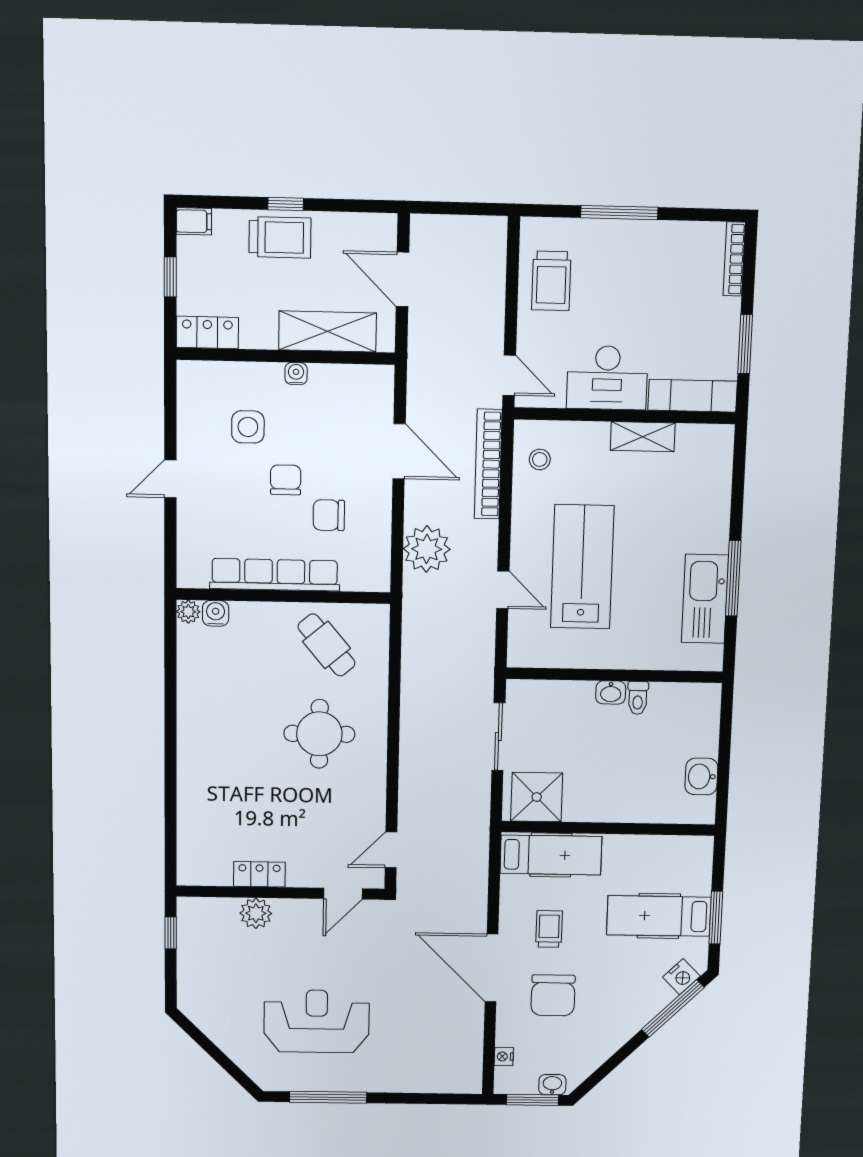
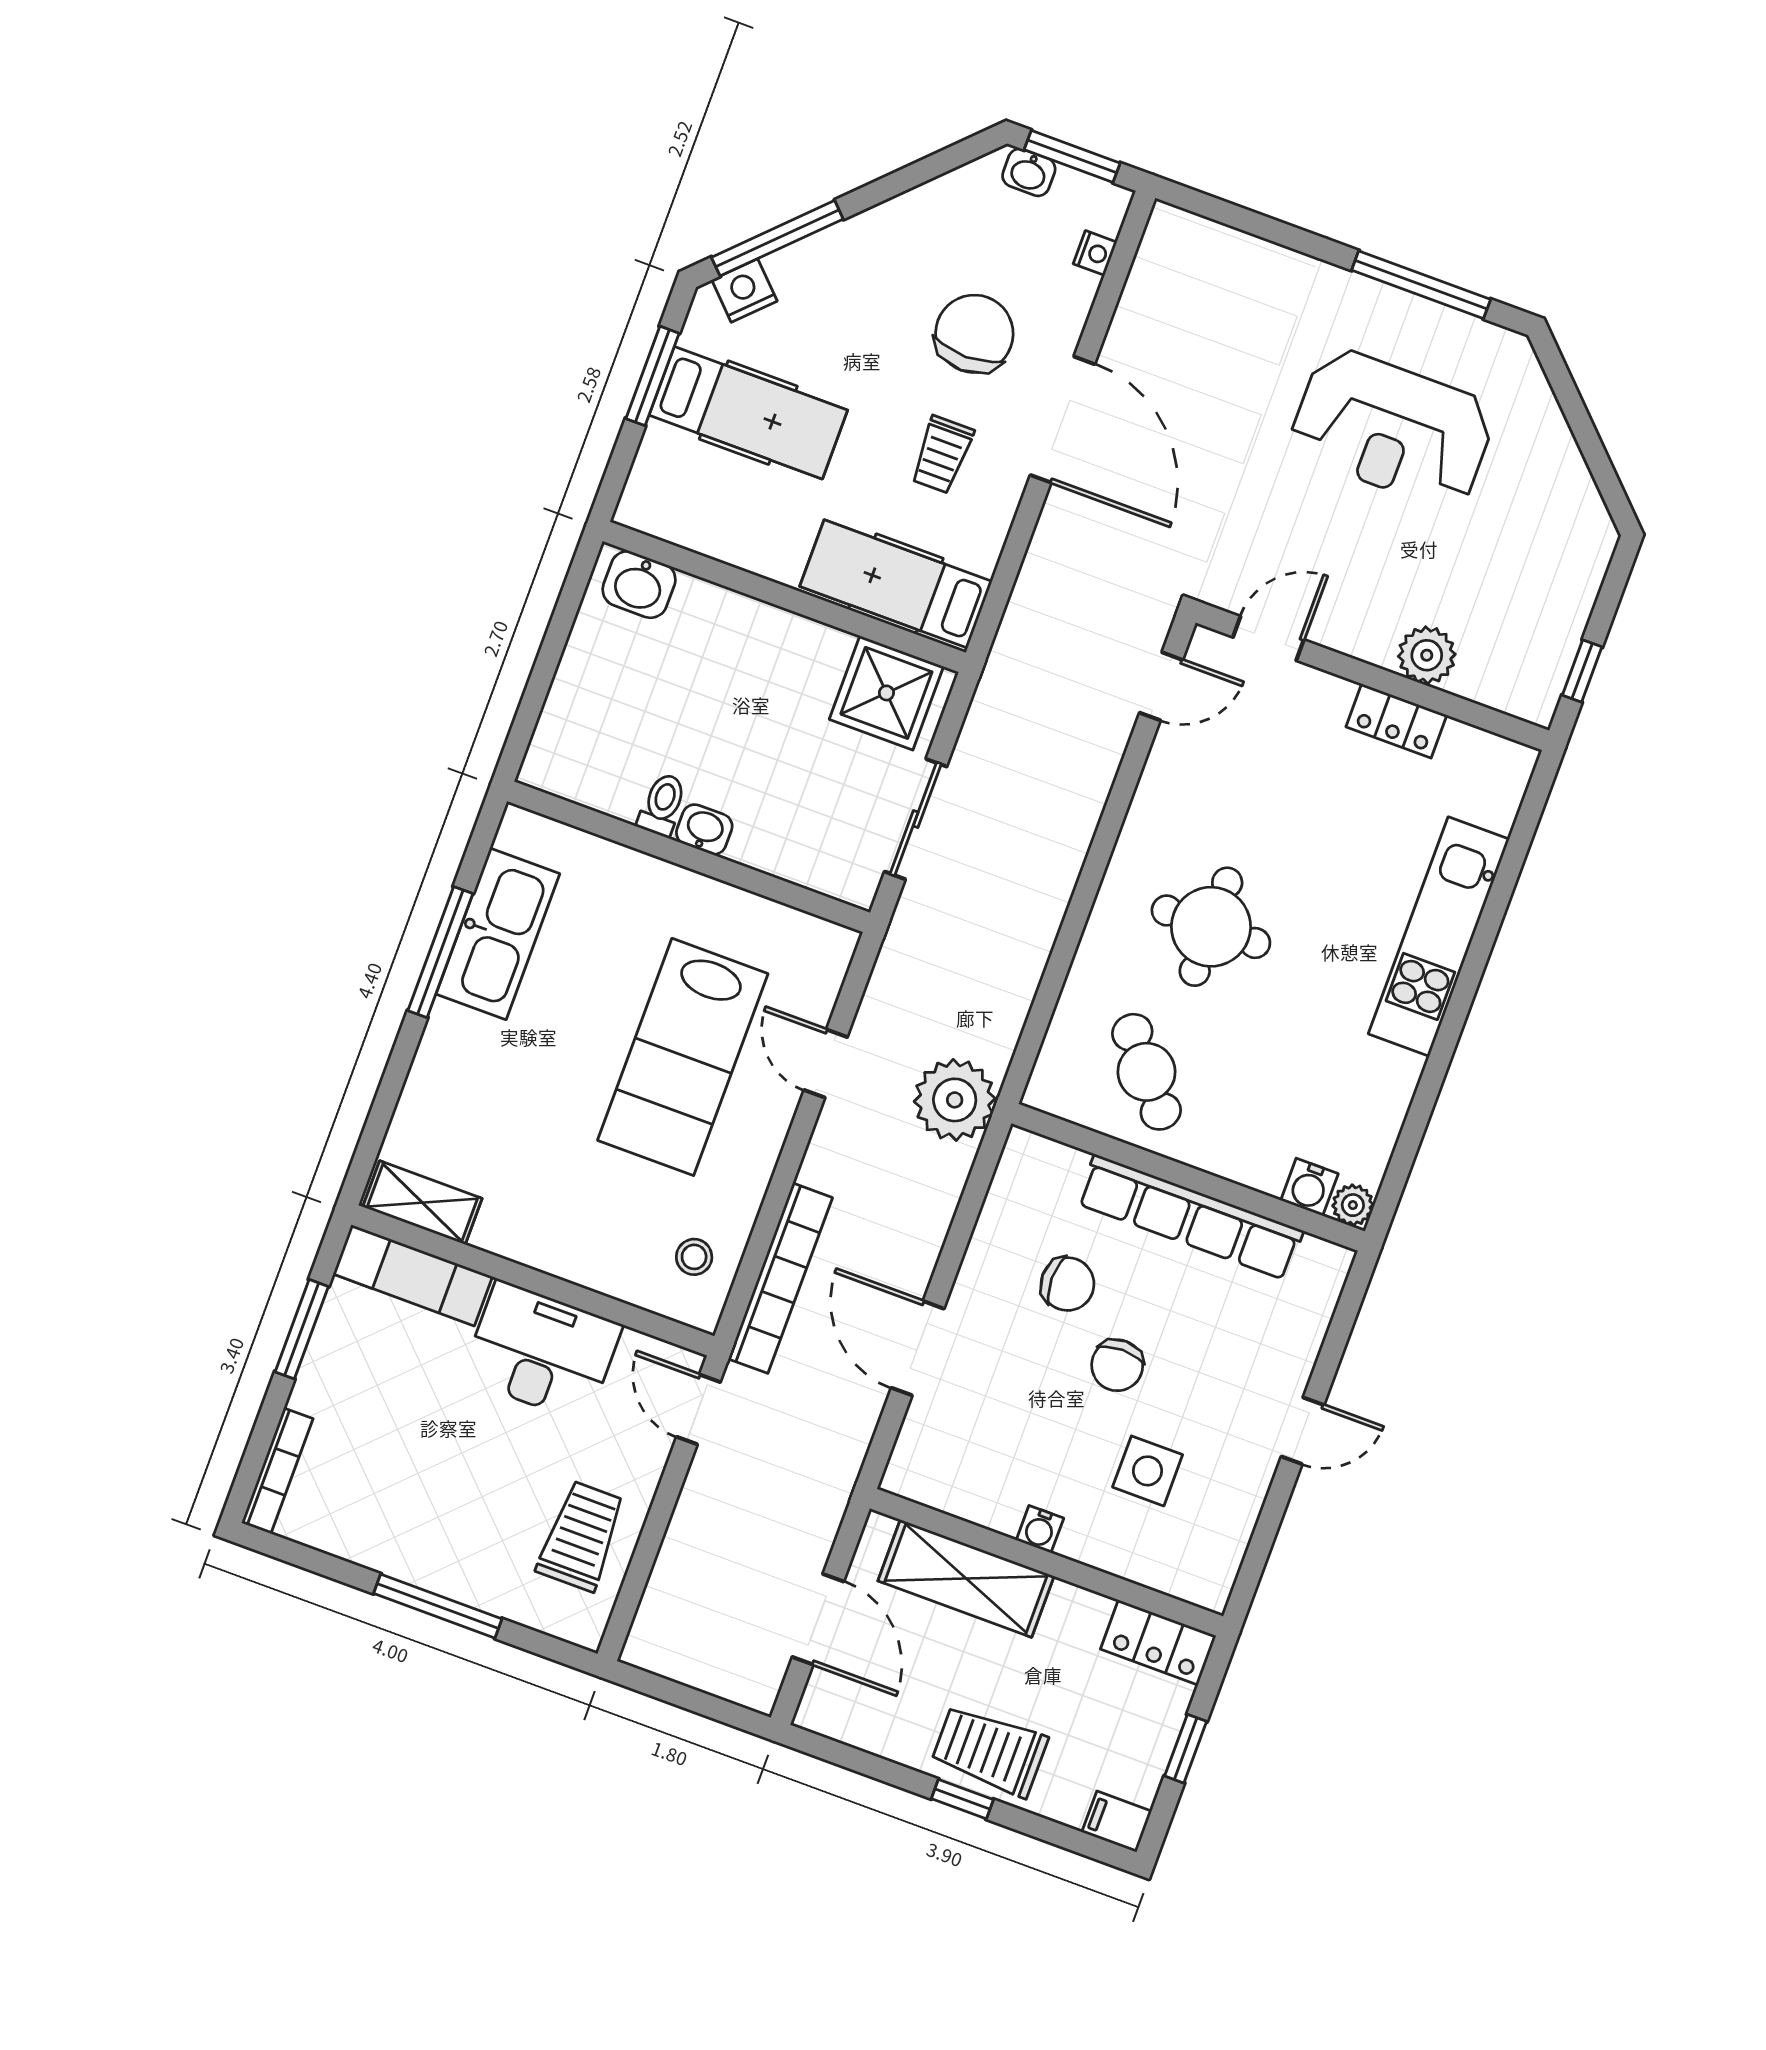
shelving: (643, 437) -> (422, 1203), moved
plant: (427, 549) -> (955, 1100), moved
kitchen unit: (195, 770) -> (1439, 937), added
washbasin: (701, 776) -> (639, 585), moved, turned 90

